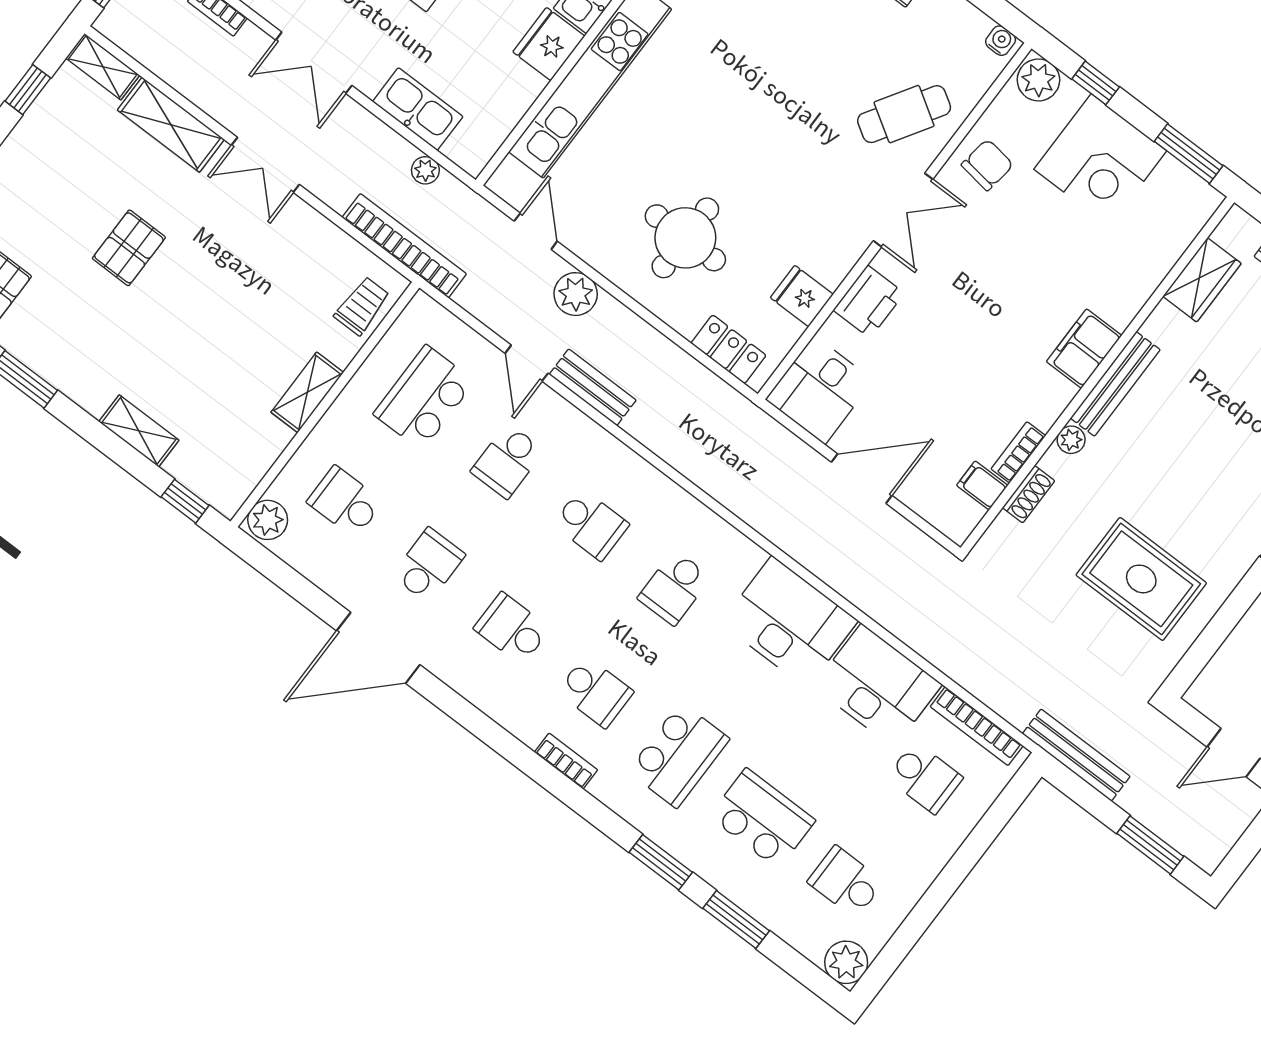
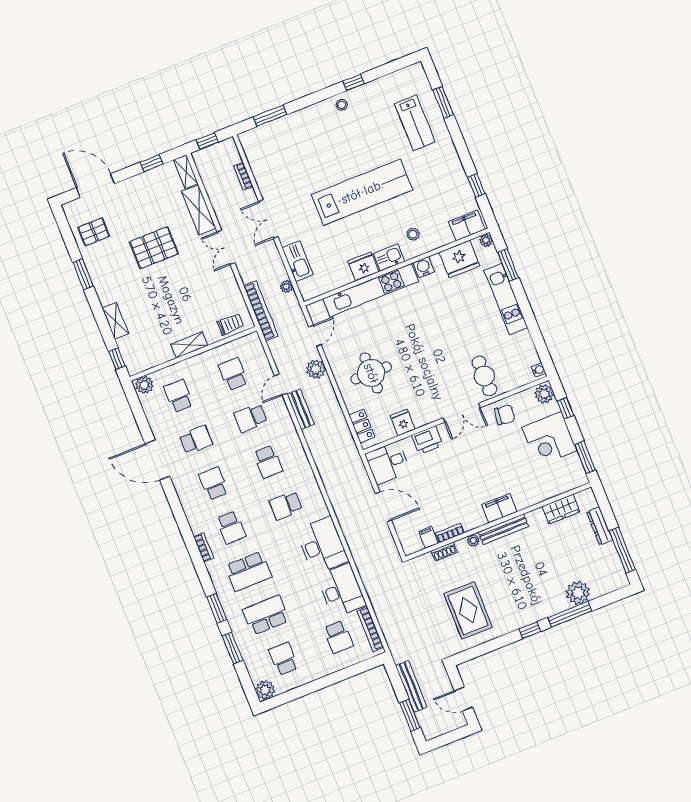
cafe table: (904, 114) -> (484, 376), turned 58
pallet: (129, 248) -> (154, 248), width x1.50, depth x1.42
school desk: (424, 398) -> (233, 374), width x0.54
bench: (1076, 755) -> (411, 686), moved
school desk: (762, 819) -> (266, 615), turned -90

